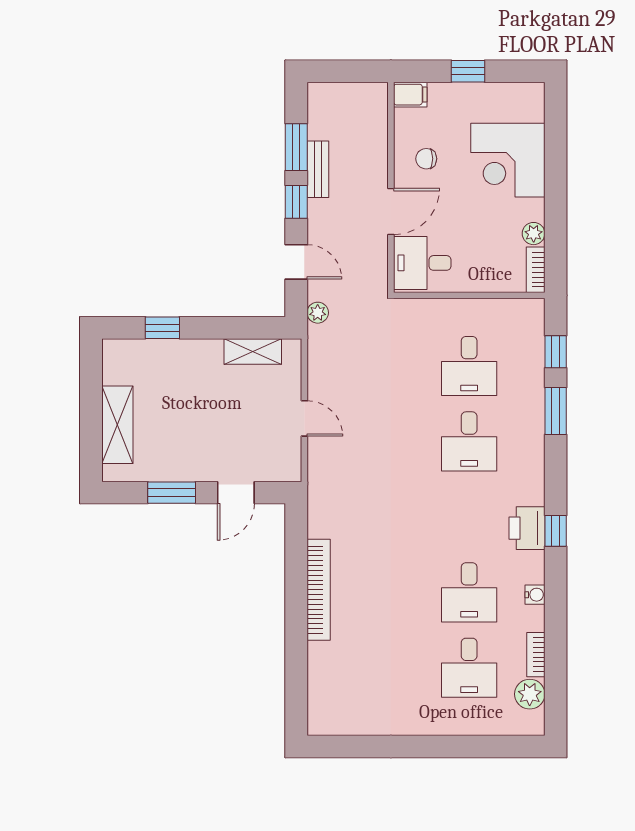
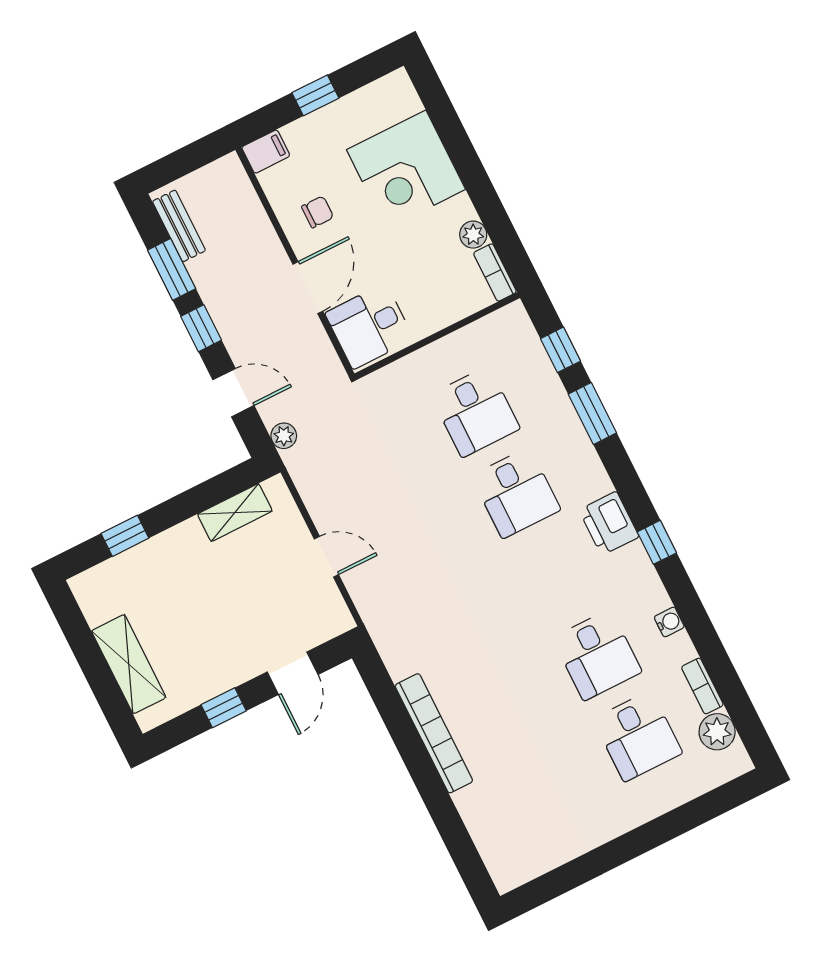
chair: (426, 159) -> (318, 212), turned 180
bench: (318, 169) -> (179, 226), moved
window: (172, 493) -> (224, 708), width x0.67
printer: (527, 528) -> (609, 523), moved

